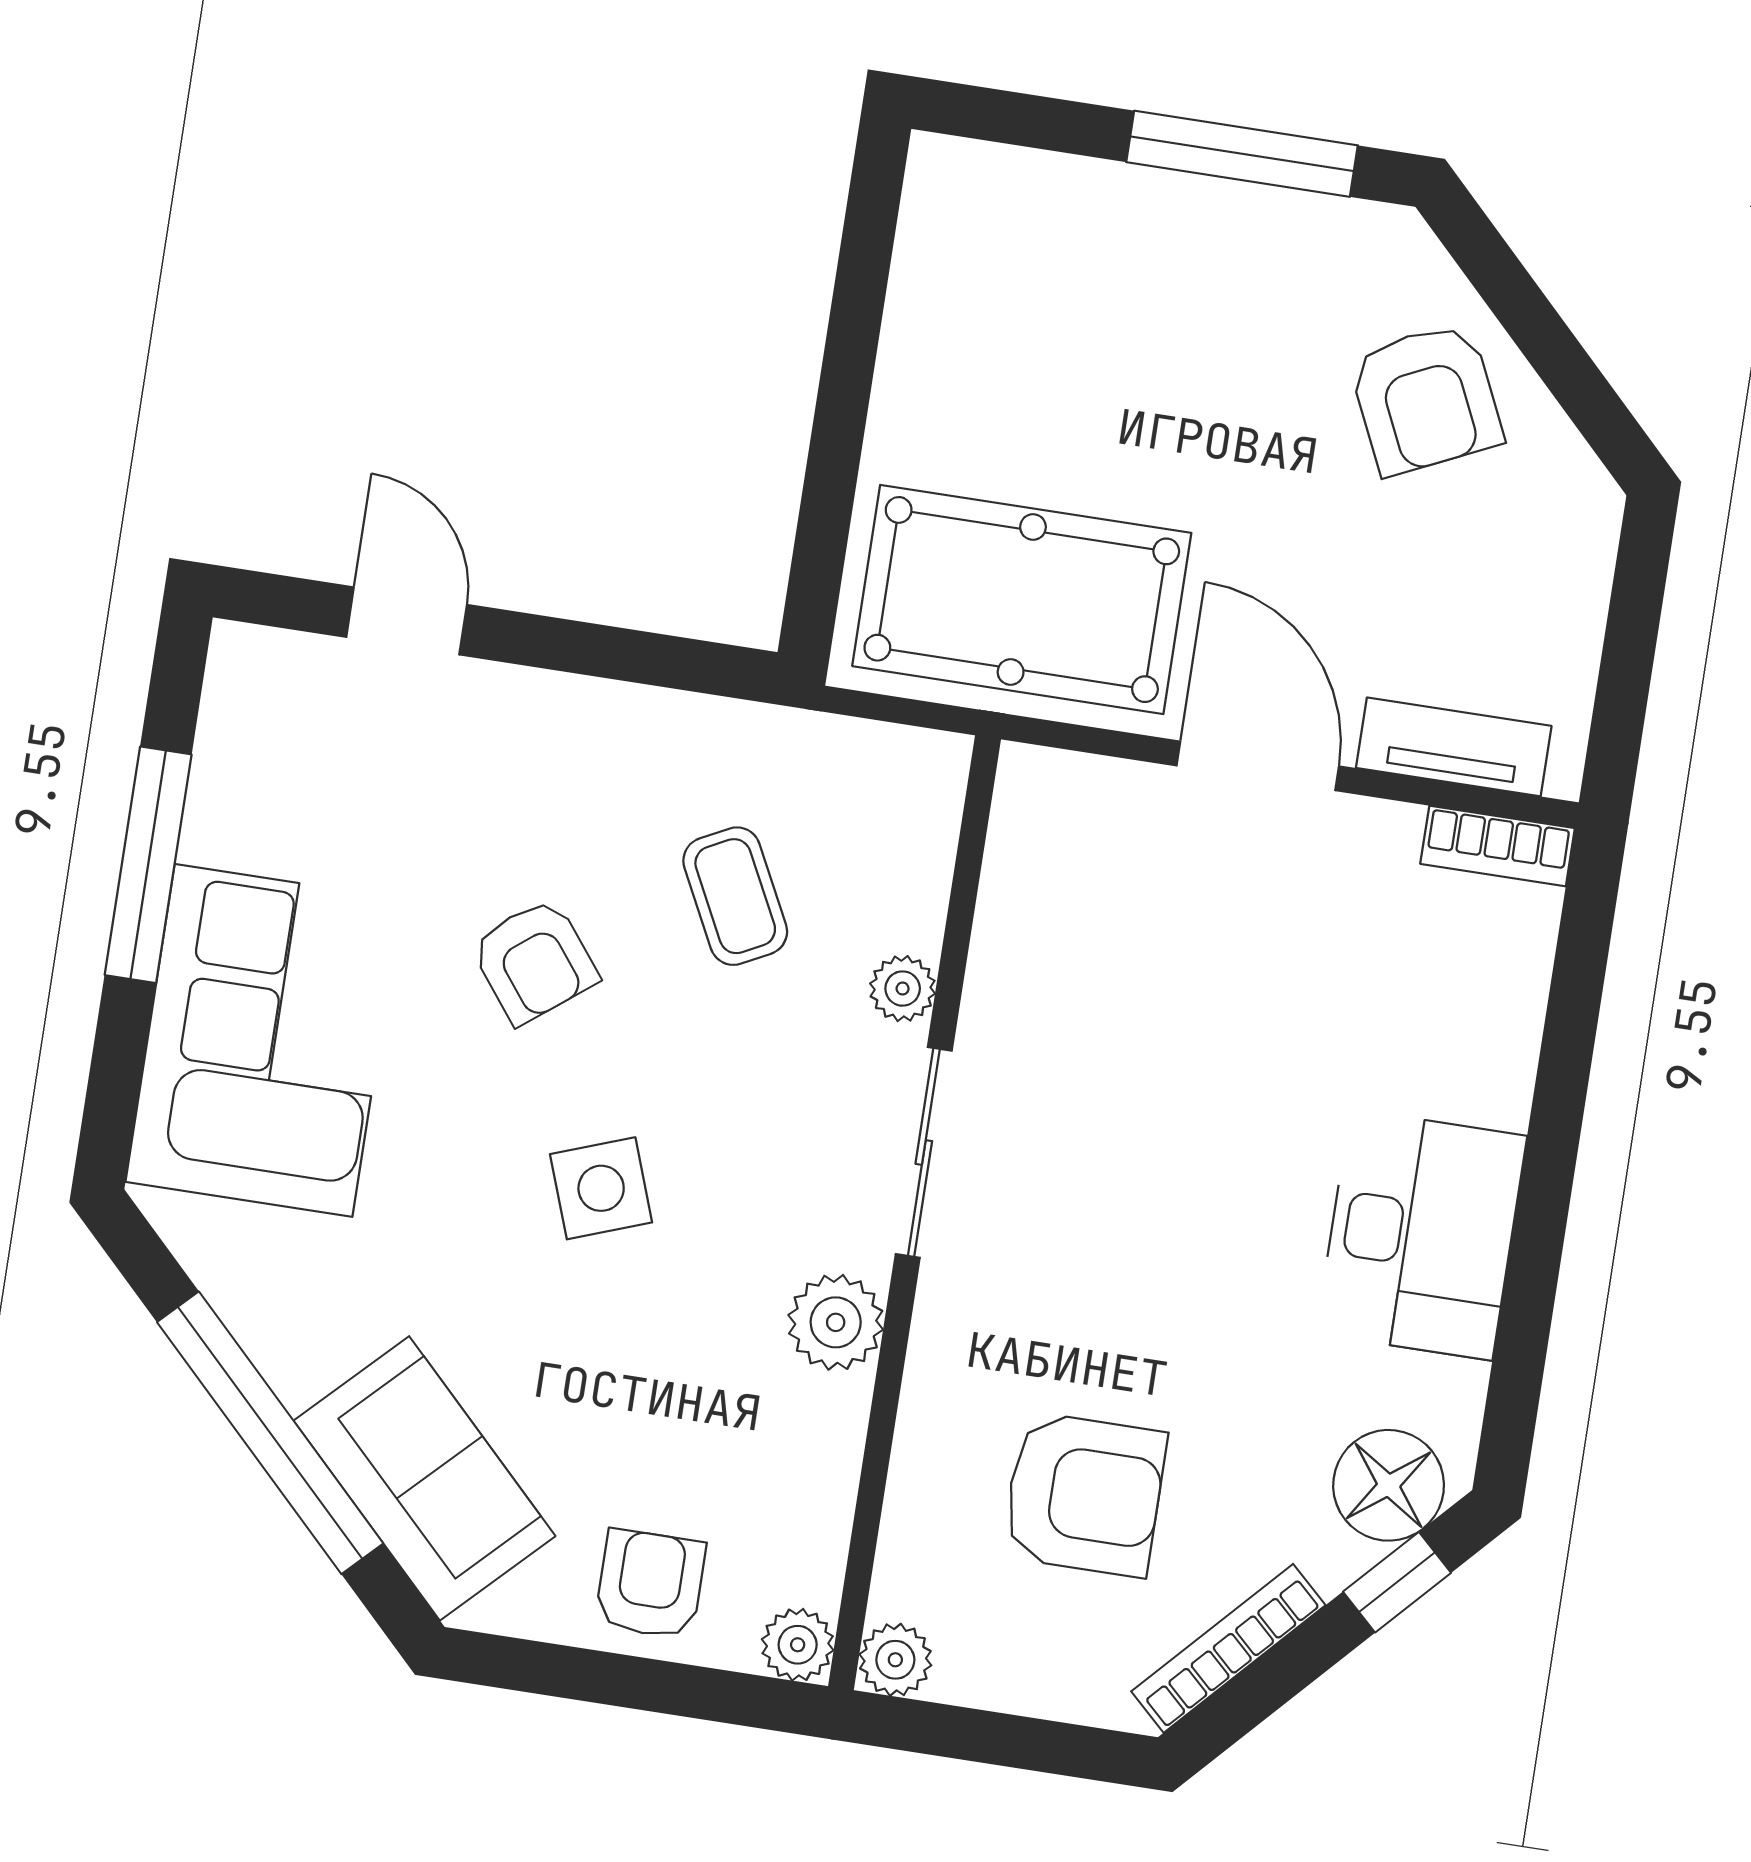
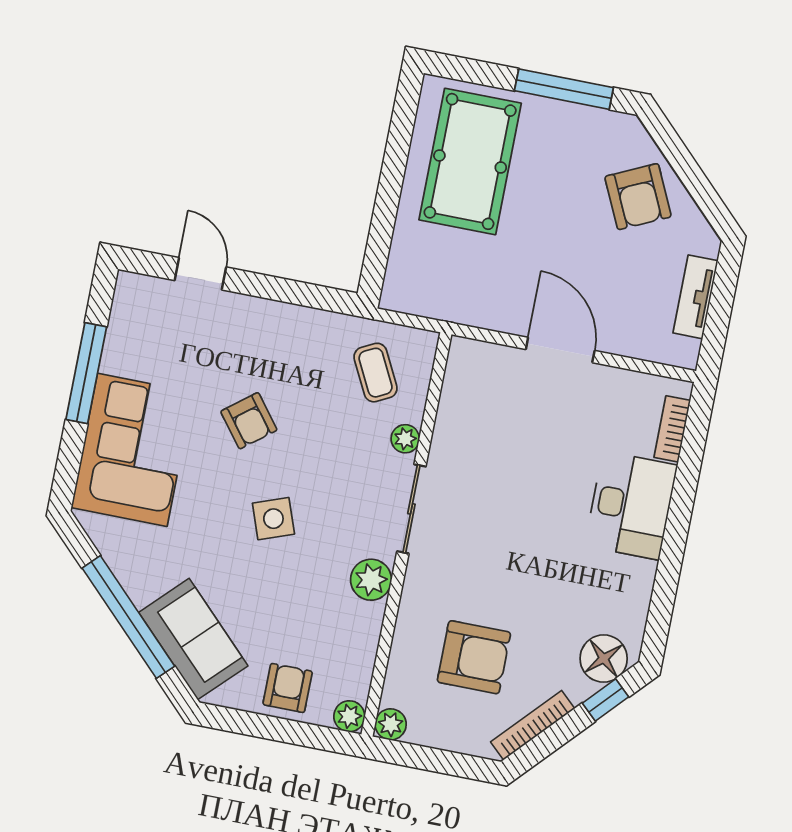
pool table: (1022, 600) -> (470, 161), moved, turned 90
tv unit: (1454, 747) -> (695, 297), moved, turned -90
bookcase: (1498, 846) -> (672, 429), moved, turned 90
coffee table: (735, 896) -> (376, 373), moved
desk: (1421, 1235) -> (631, 505), moved

